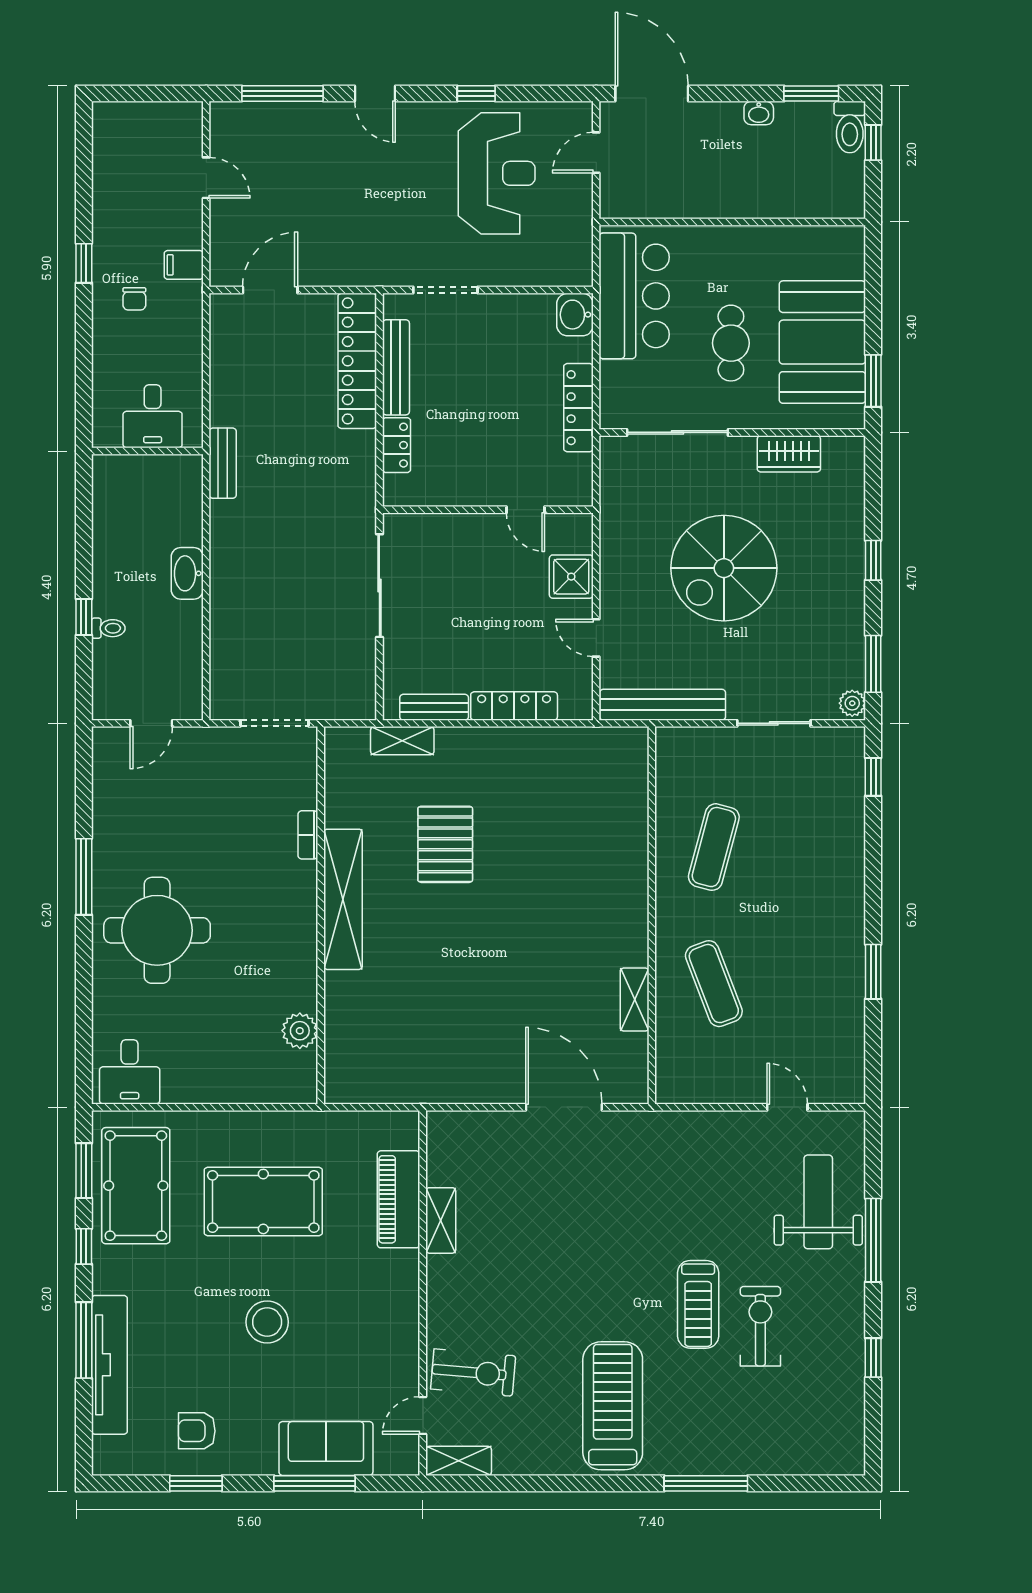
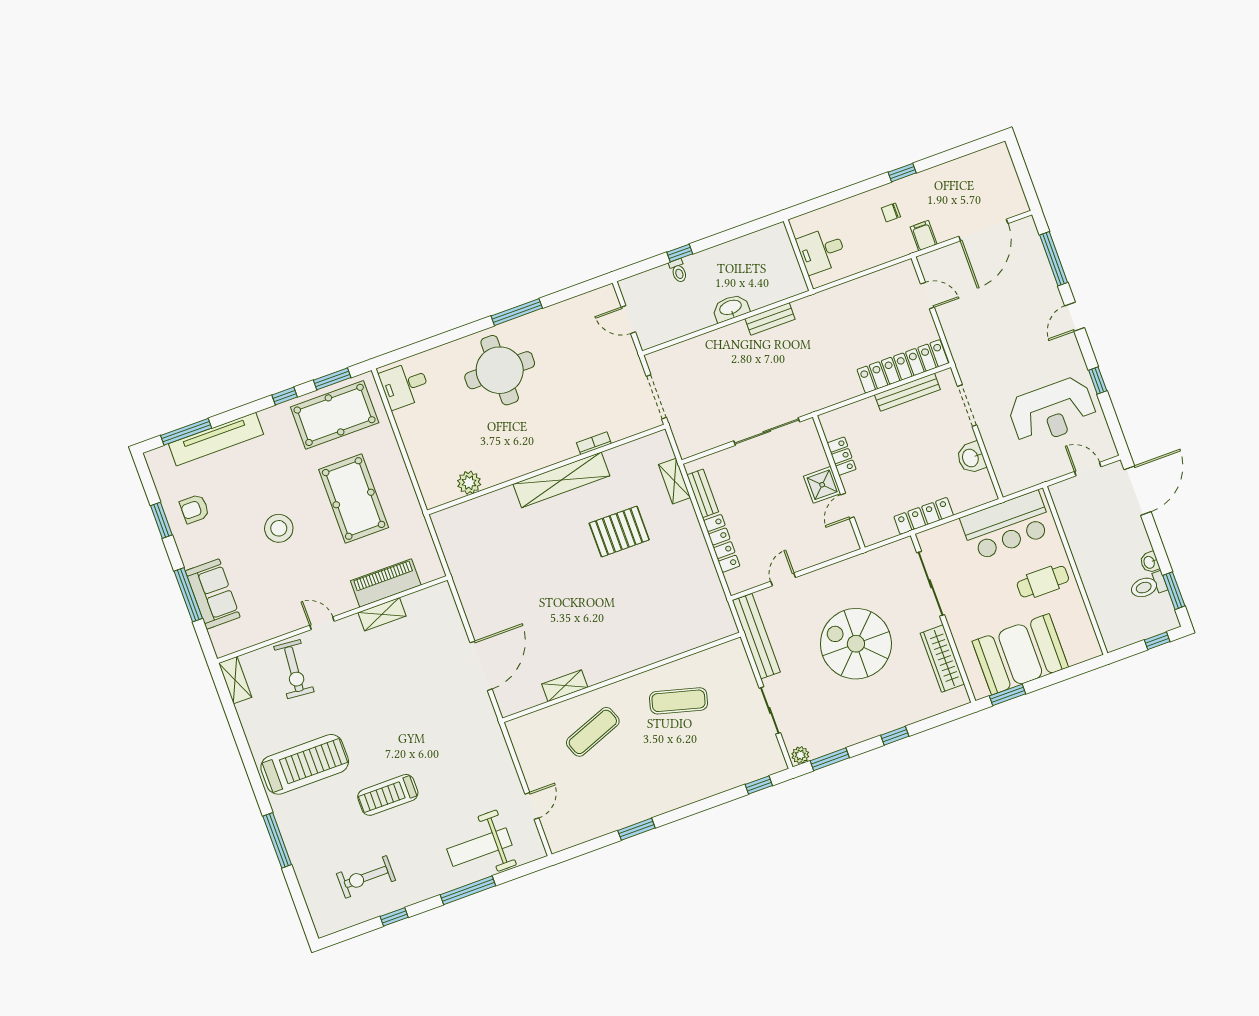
toilet: (850, 127) -> (1148, 586), moved
door: (206, 178) -> (983, 230), width x1.88
door: (270, 290) -> (927, 296), width x0.73
washbasin: (575, 315) -> (971, 458), moved, turned -90
cafe table: (731, 343) -> (1043, 582), moved
locker: (397, 445) -> (842, 456), moved, turned -90
wardrobe: (789, 454) -> (942, 659), width x1.50
bench: (223, 463) -> (770, 319), moved
shower: (571, 577) -> (822, 485), moved
weight bench: (818, 1202) -> (479, 847), turned 180
exercise bike: (760, 1326) -> (366, 877), moved, turned 180
window: (84, 1340) -> (186, 432), moved
door: (423, 1416) -> (322, 623), moved
armchair: (197, 1431) -> (194, 509), turned -90

